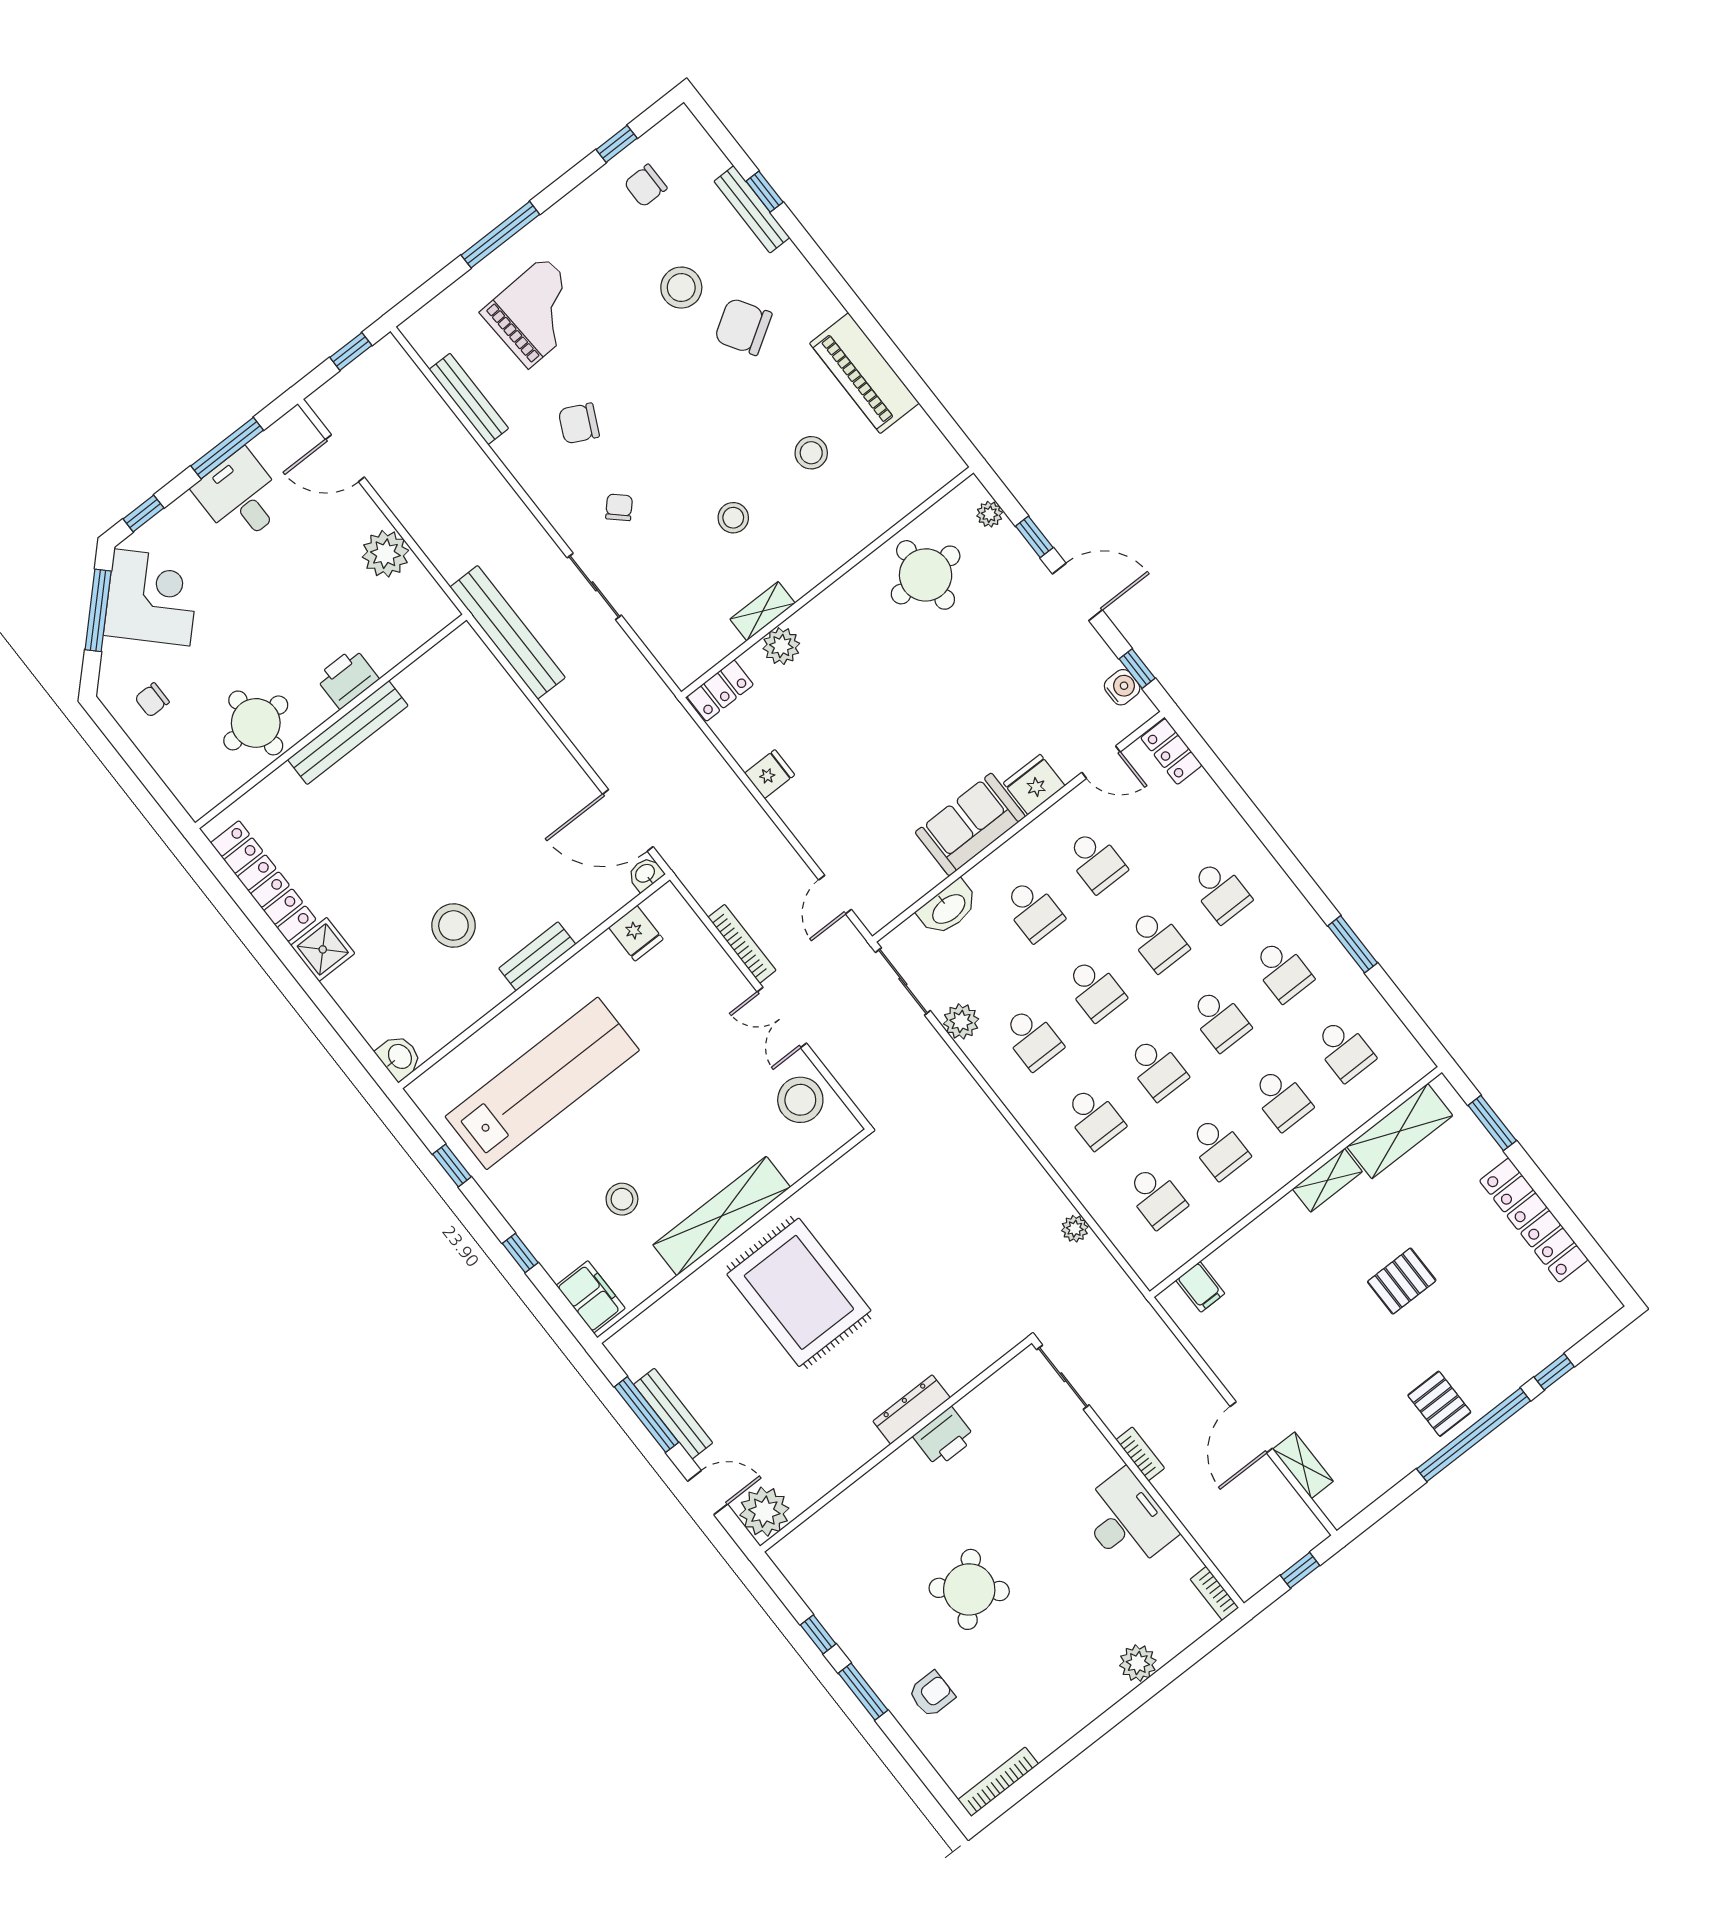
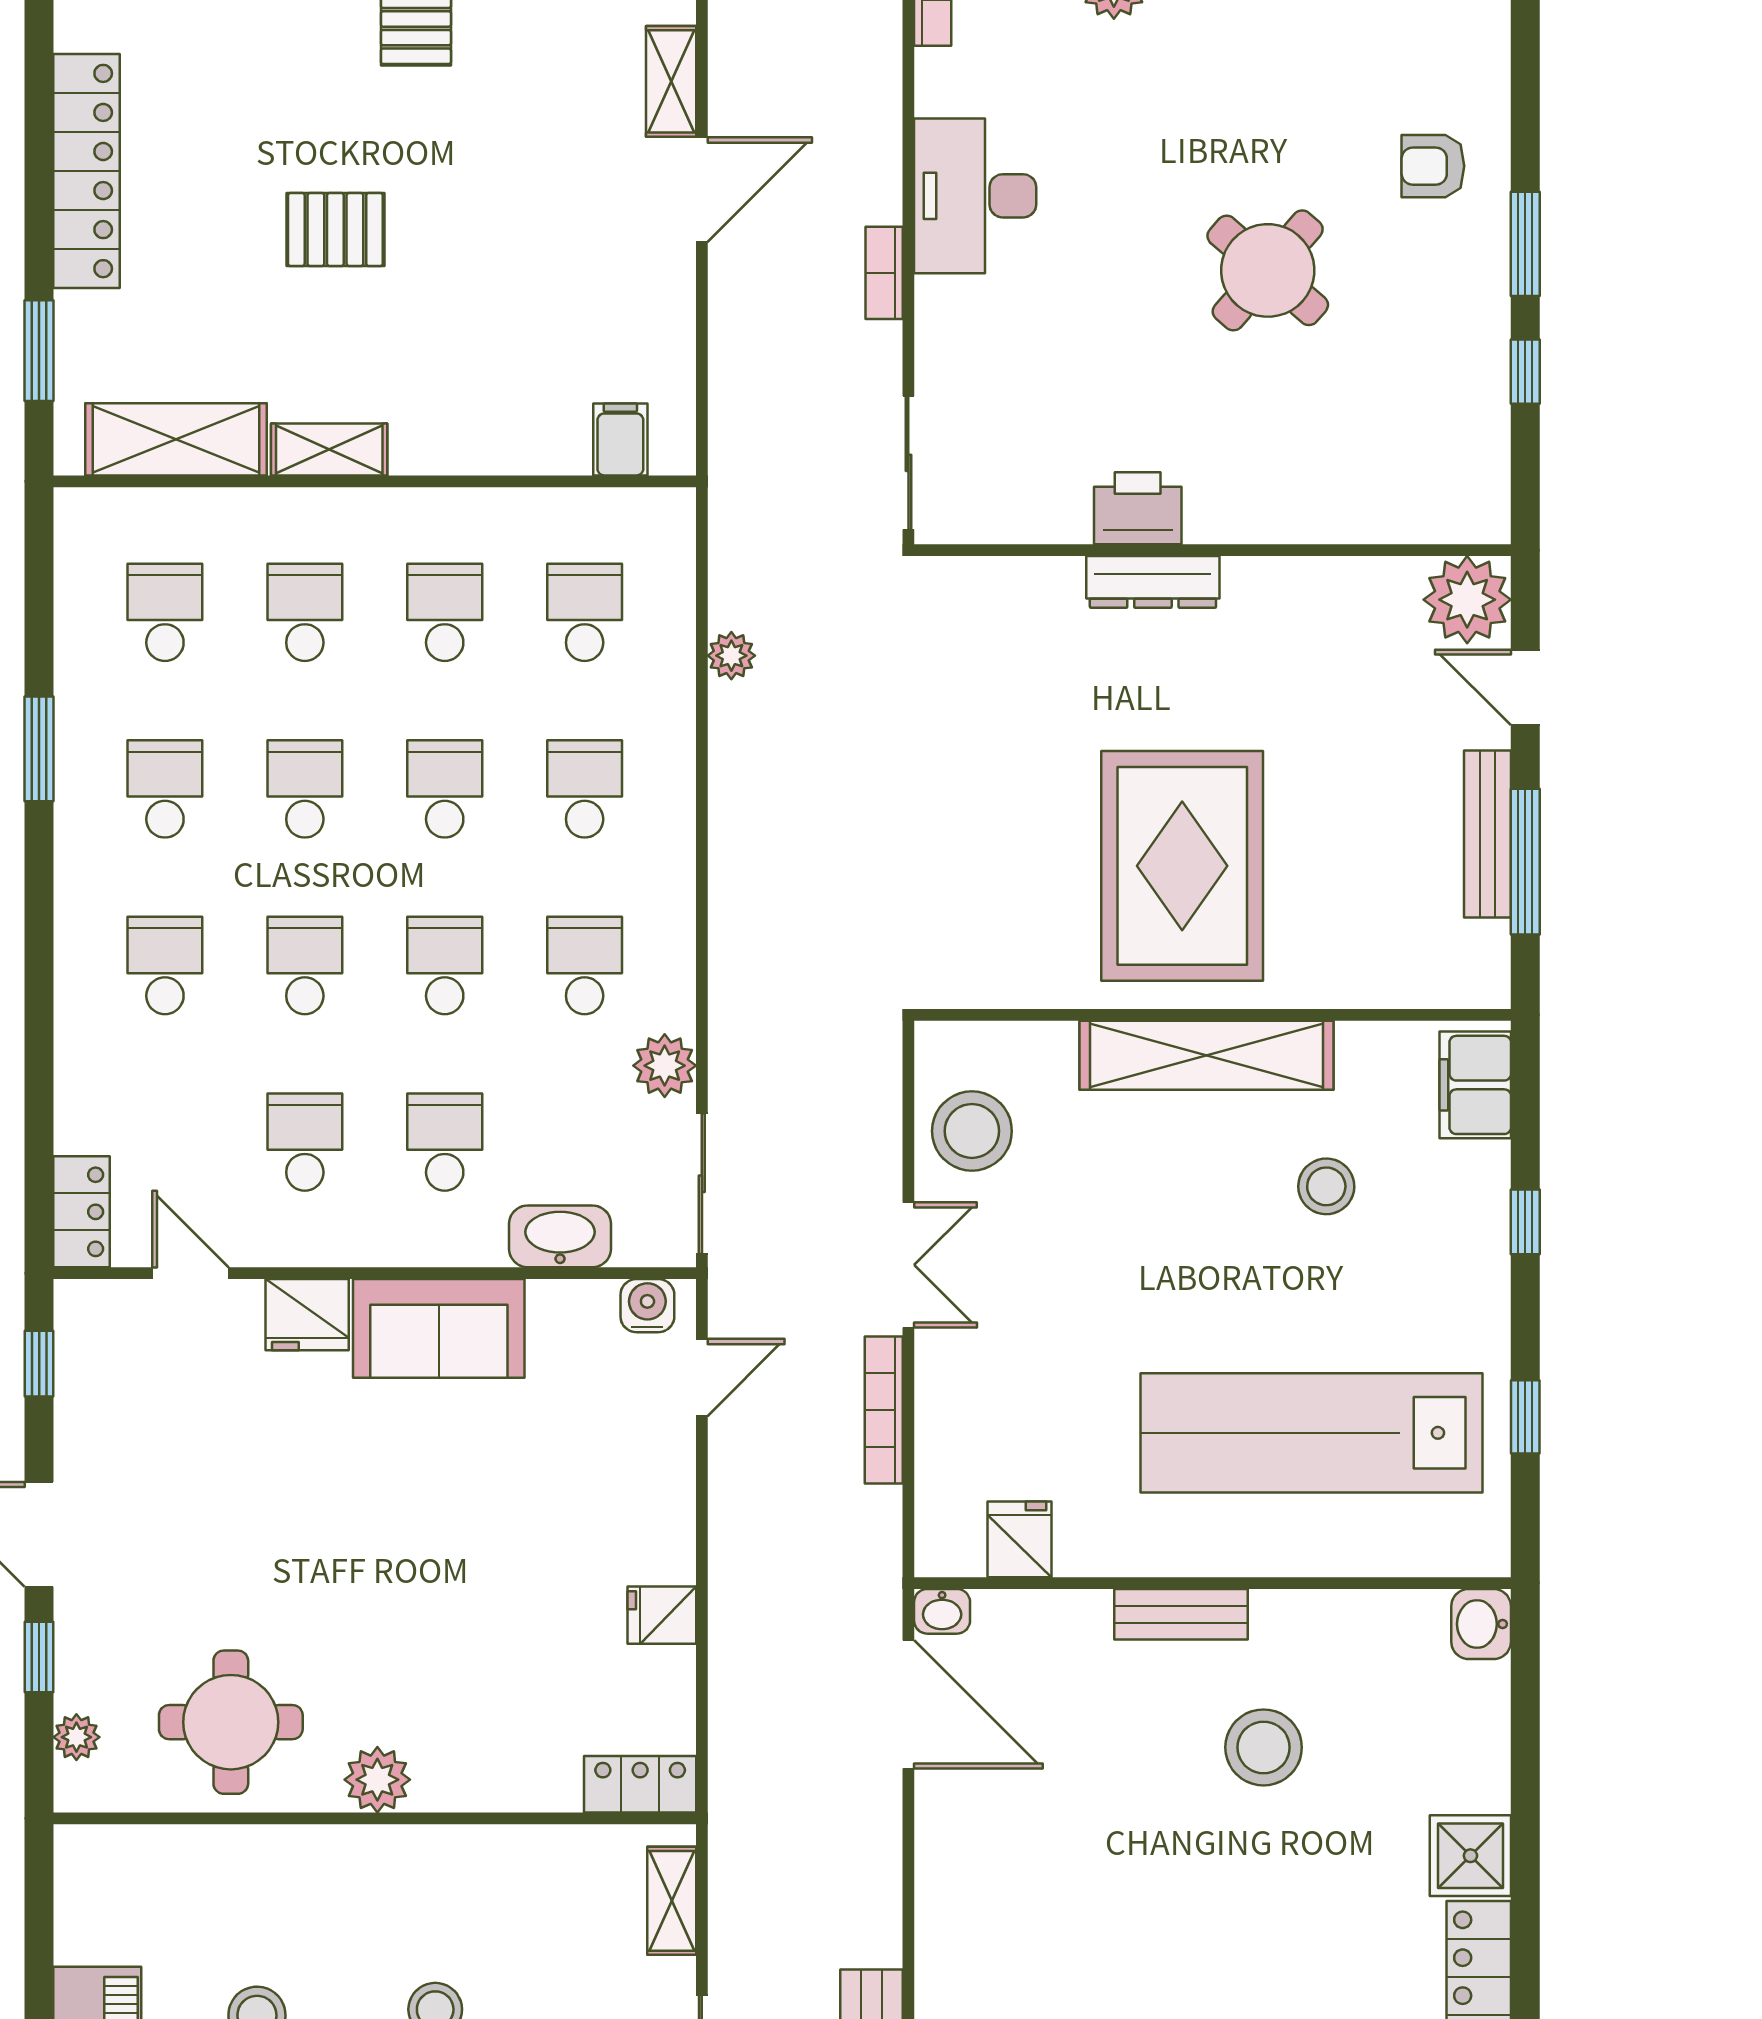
shelving: (763, 611) -> (672, 1901), moved, turned 90
plant: (781, 646) -> (377, 1780), moved
water cooler: (1122, 687) -> (647, 1306), moved, turned 90

